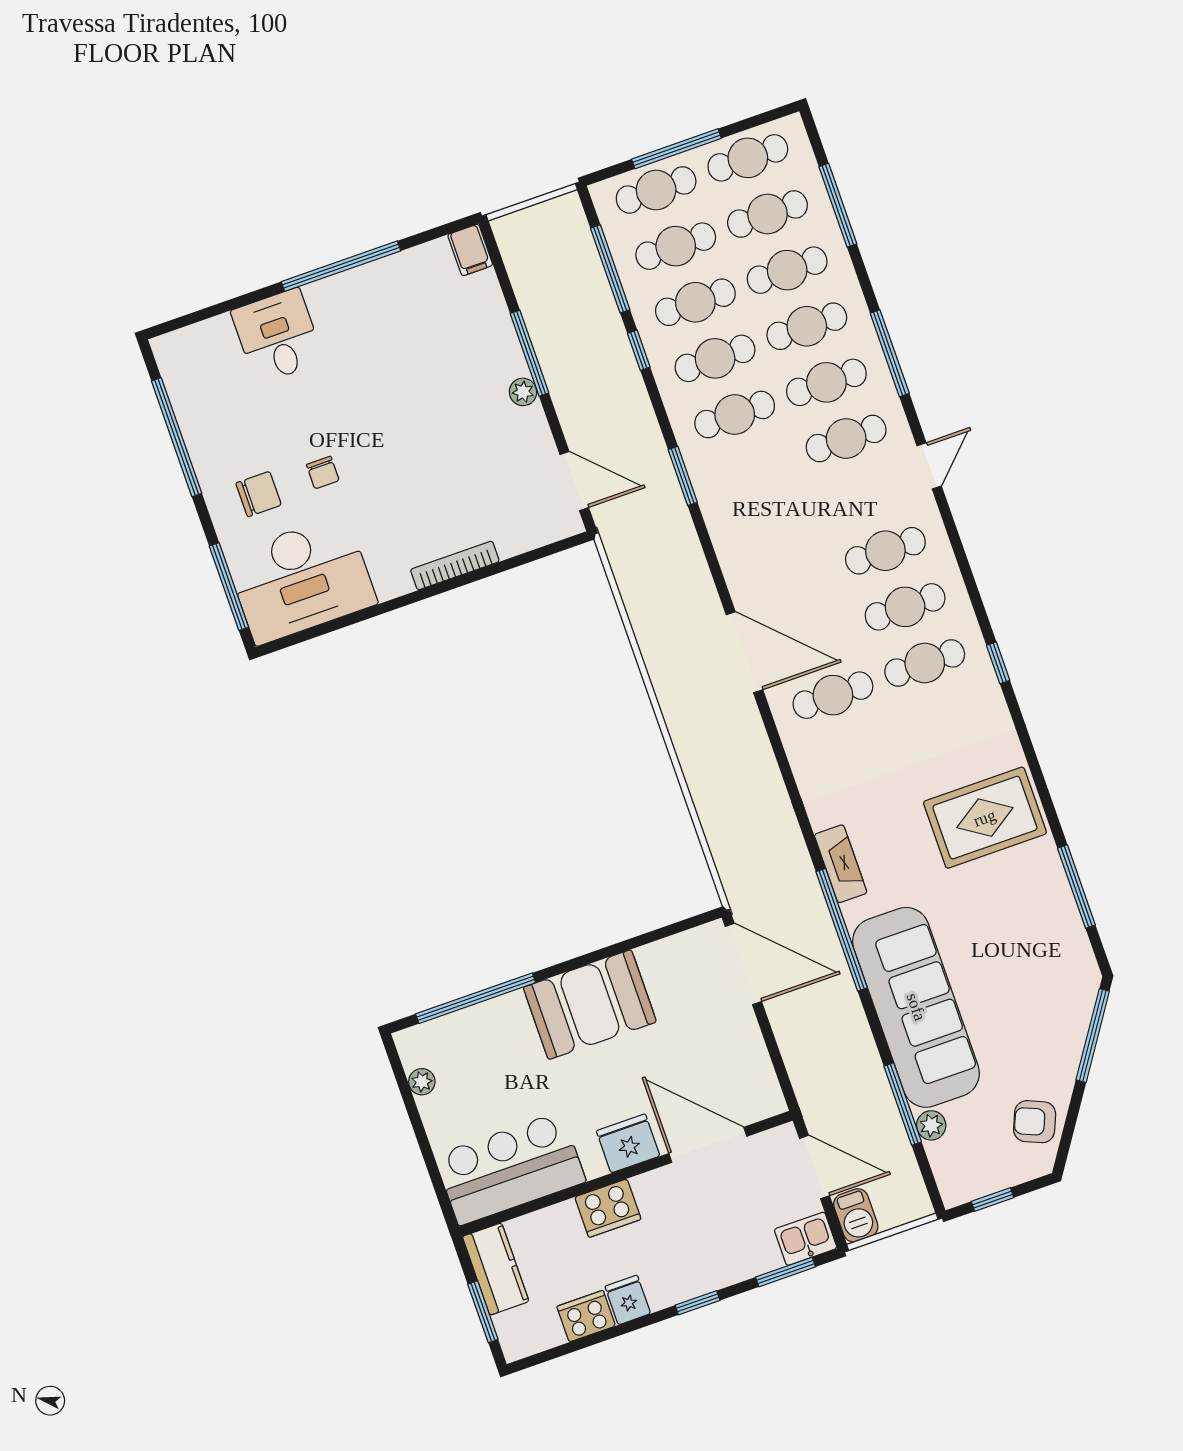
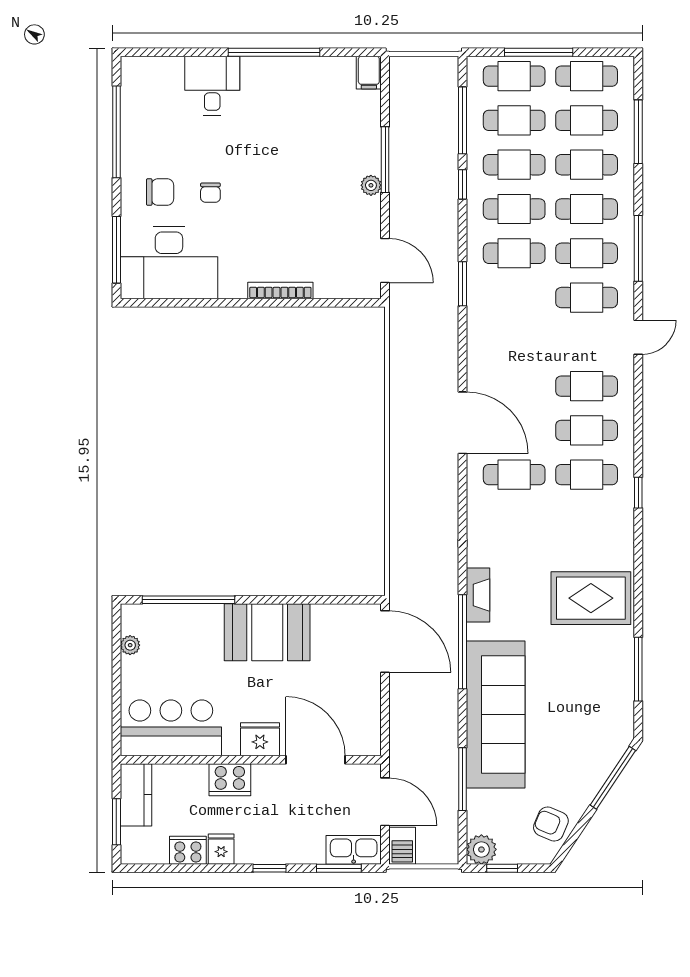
plant: (931, 1125) -> (481, 849), moved, width x1.38, depth x1.38
kitchen sink: (806, 1239) -> (354, 850), width x1.38

